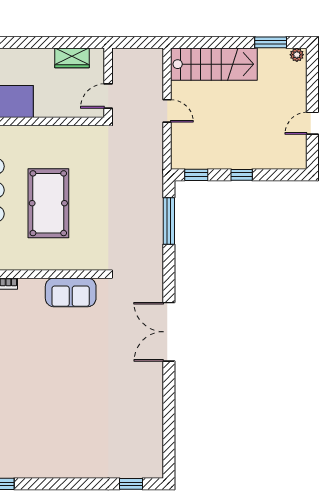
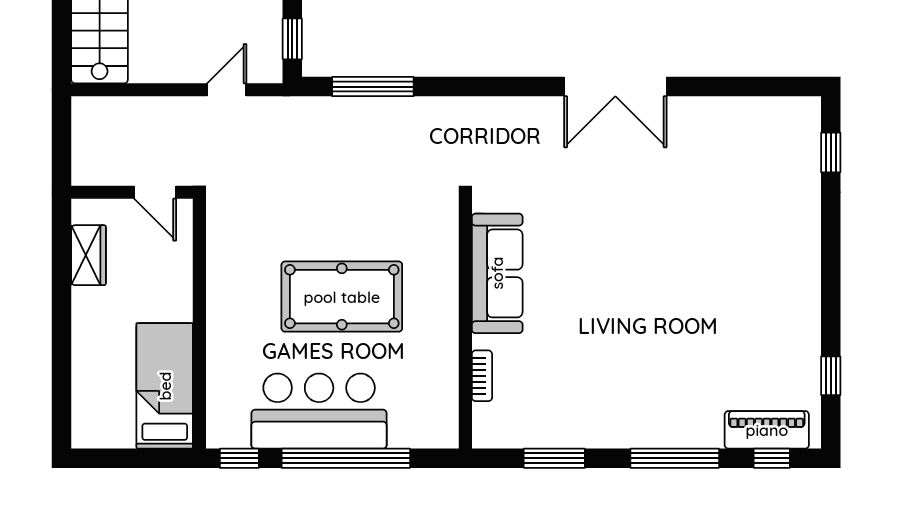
door: (167, 111) -> (227, 90), moved
sofa: (71, 292) -> (497, 273), width x1.36
double door: (169, 332) -> (615, 87), moved

